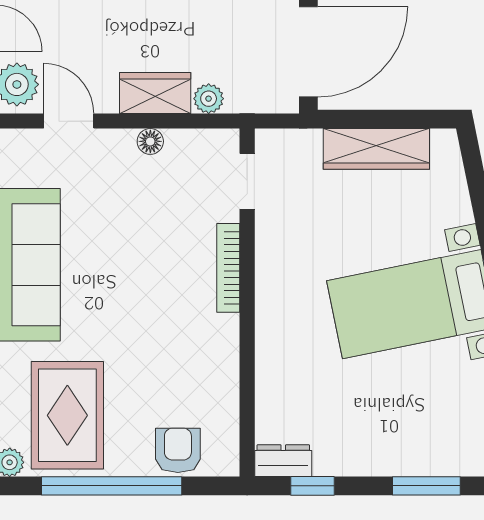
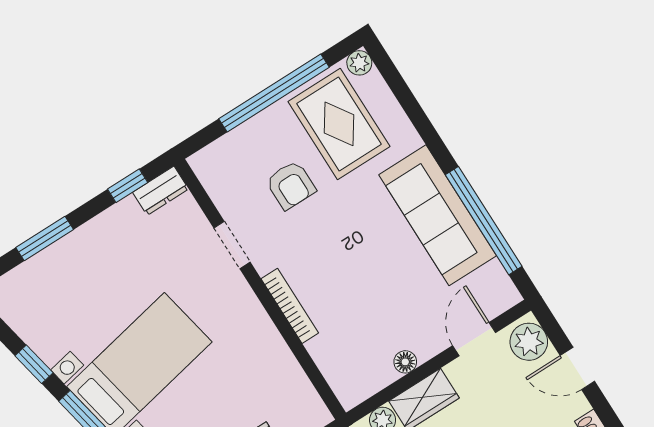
door: (69, 121) -> (474, 339), swing flipped
doorway: (247, 181) -> (232, 245), moved
armchair: (178, 450) -> (291, 185), moved

